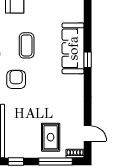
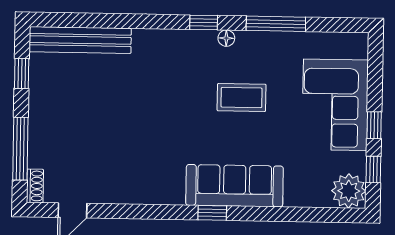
armchair: (16, 79) -> (177, 77), removed
rug: (51, 137) -> (67, 140), removed

